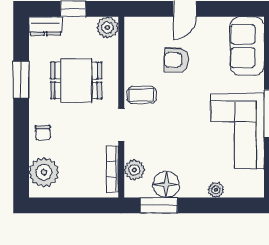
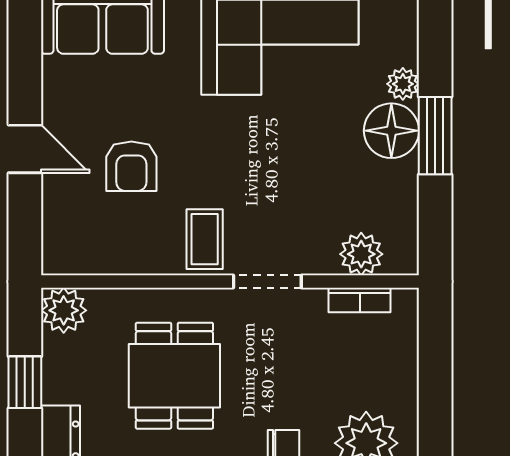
bookcase: (112, 169) -> (360, 300), width x0.64
floor lamp: (166, 184) -> (391, 131), moved
window: (159, 205) -> (435, 136), moved

